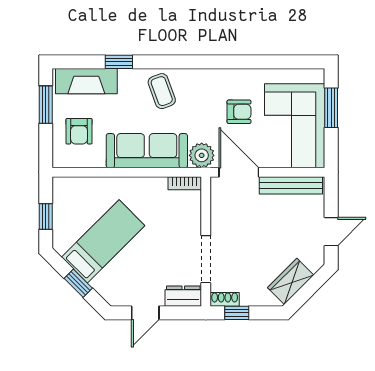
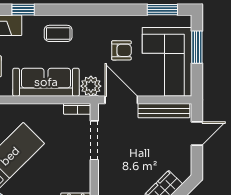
window: (289, 62) -> (162, 10), added
coffee table: (162, 91) -> (58, 33), turned -70
door: (331, 232) -> (197, 133), moved
doorway: (206, 259) -> (94, 140), moved

